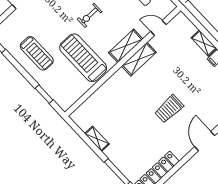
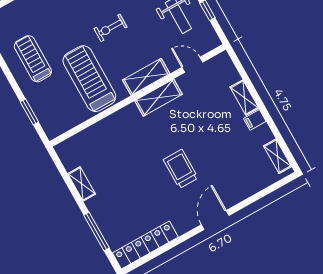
treadmill: (37, 53) -> (33, 59), turned 180
trolley: (169, 109) -> (181, 169), turned 90

